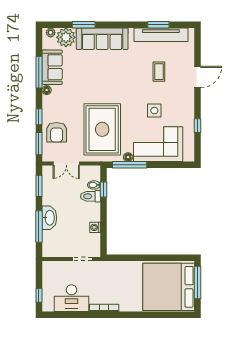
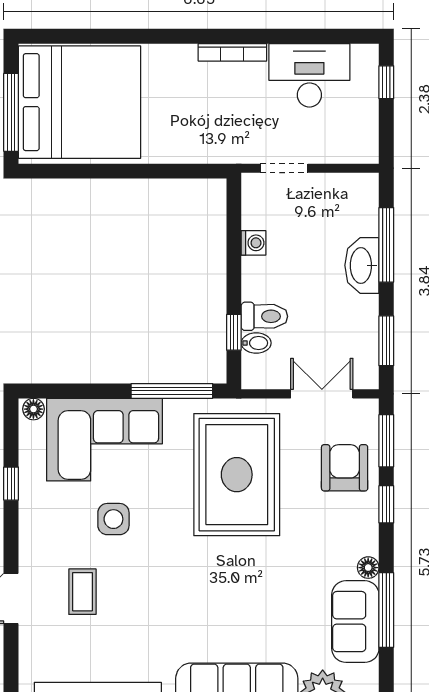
coffee table: (159, 72) -> (82, 592), moved
floor lamp: (128, 157) -> (33, 409), moved

